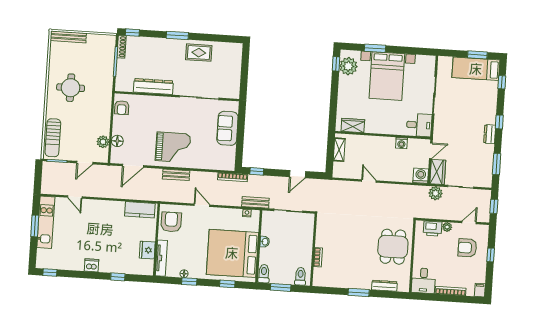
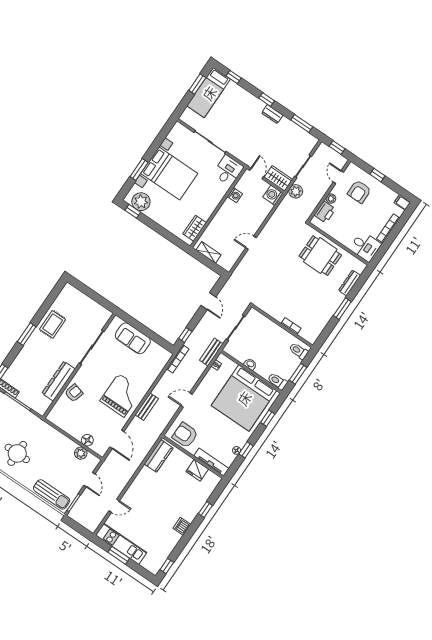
armchair: (122, 108) -> (74, 393), moved, turned -75

